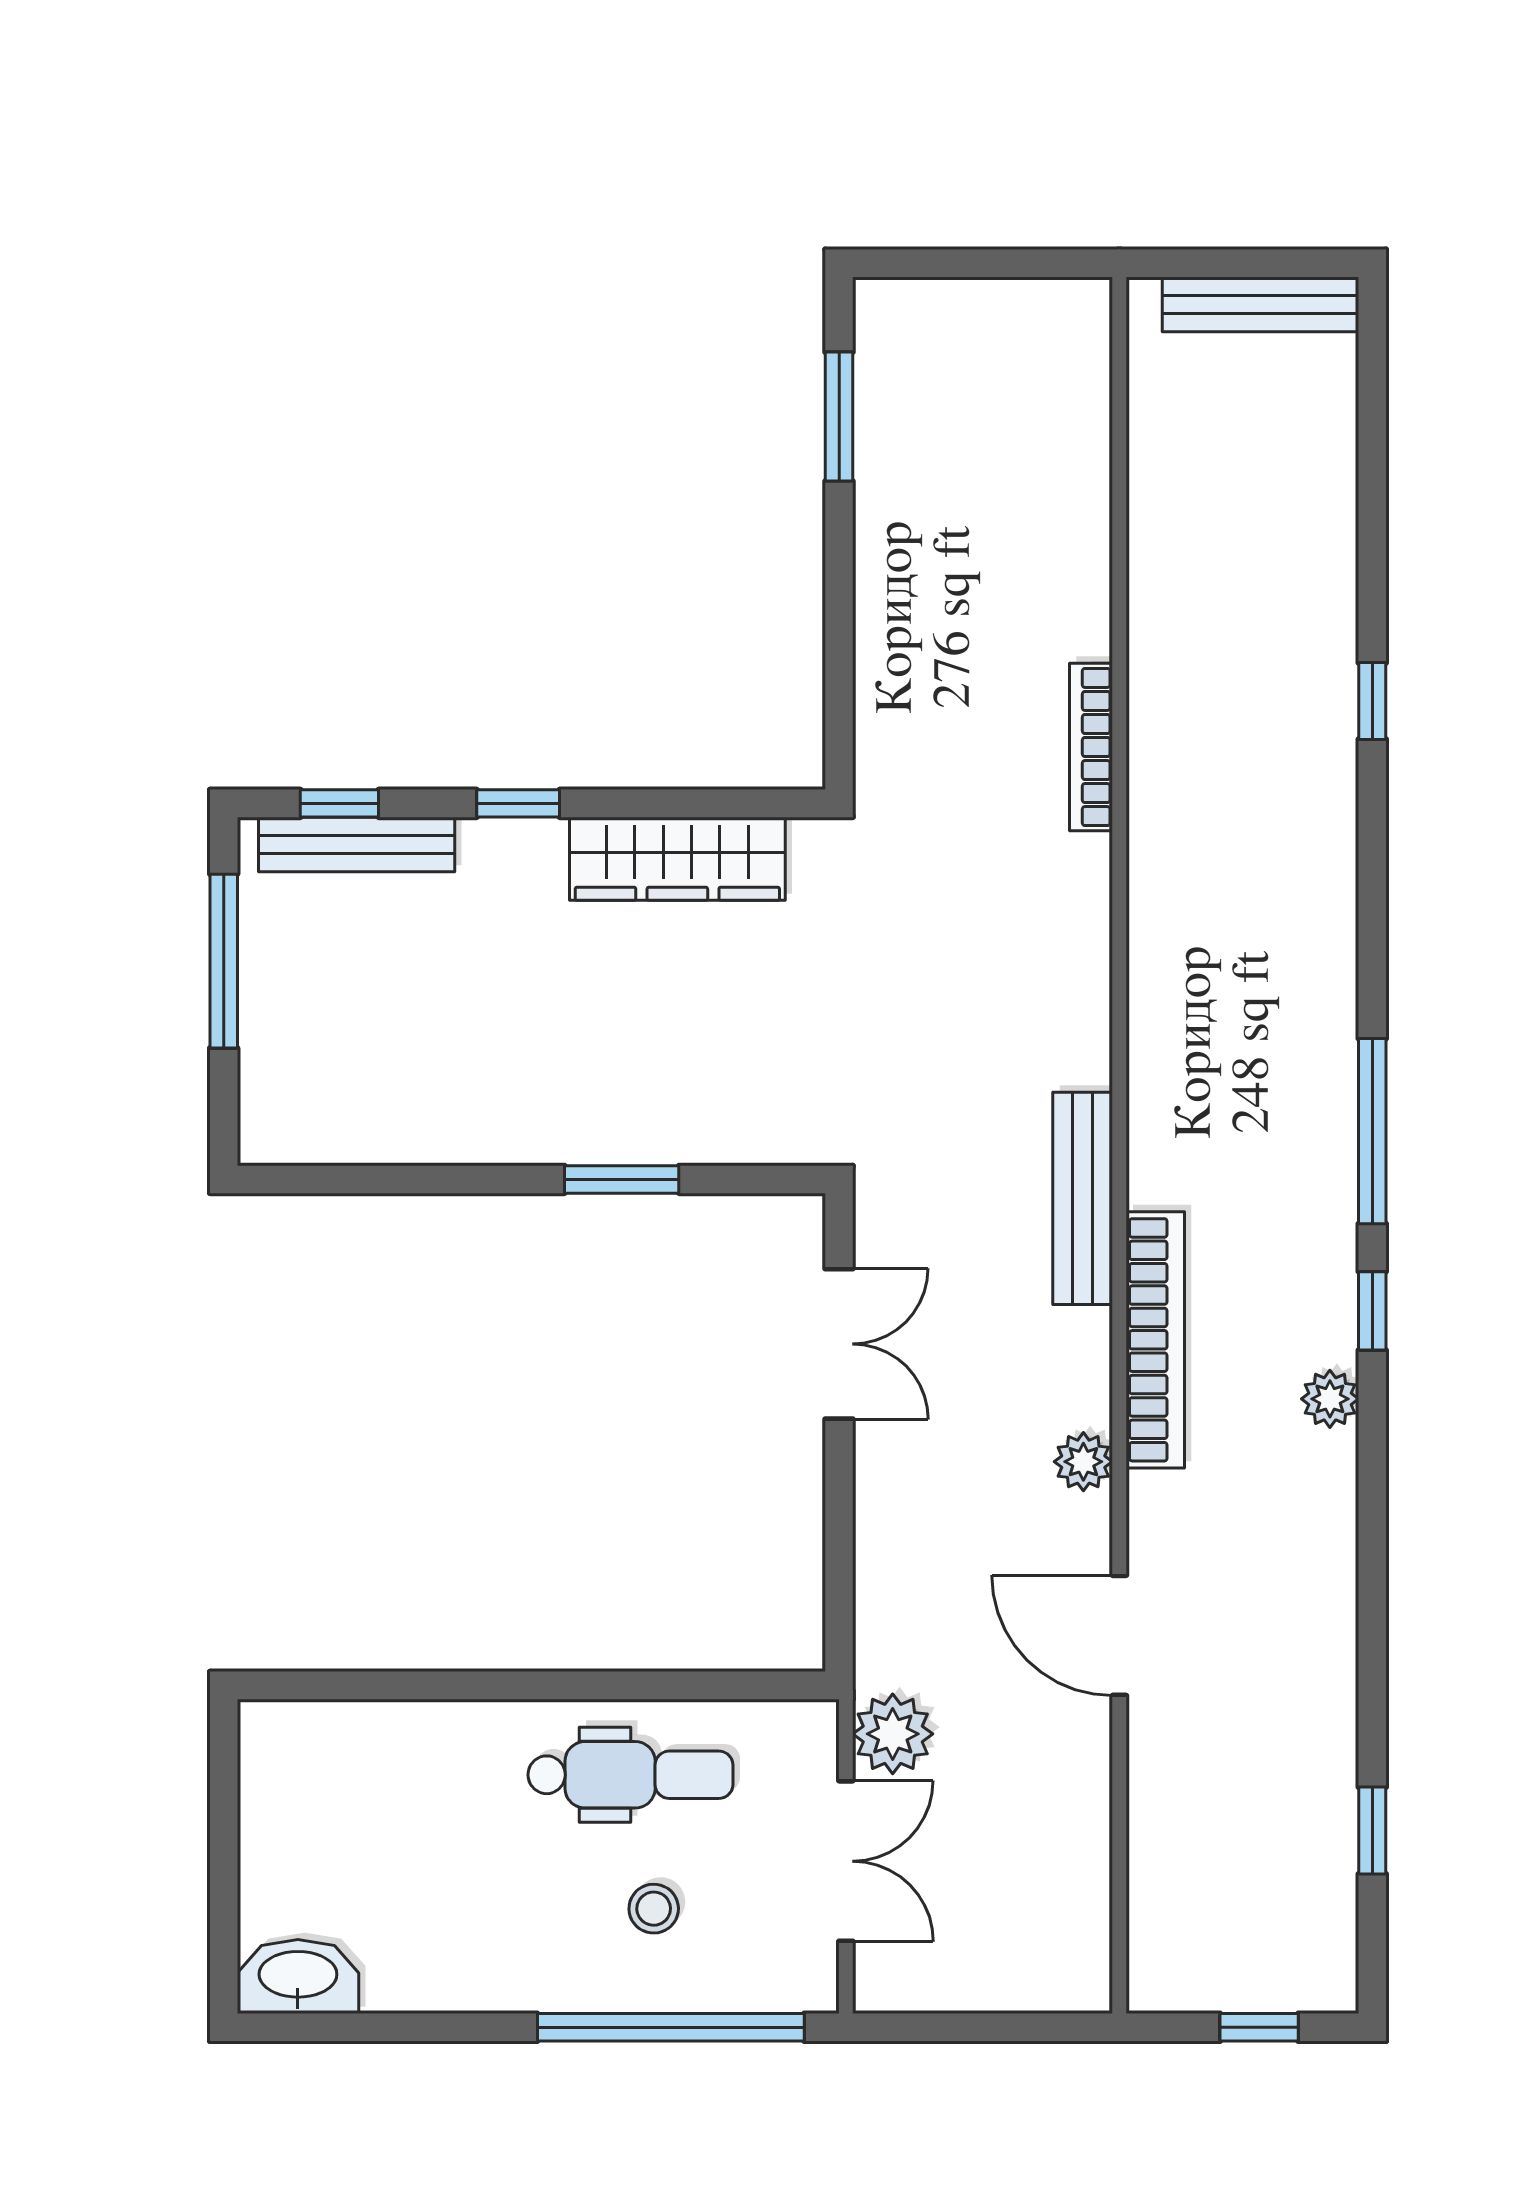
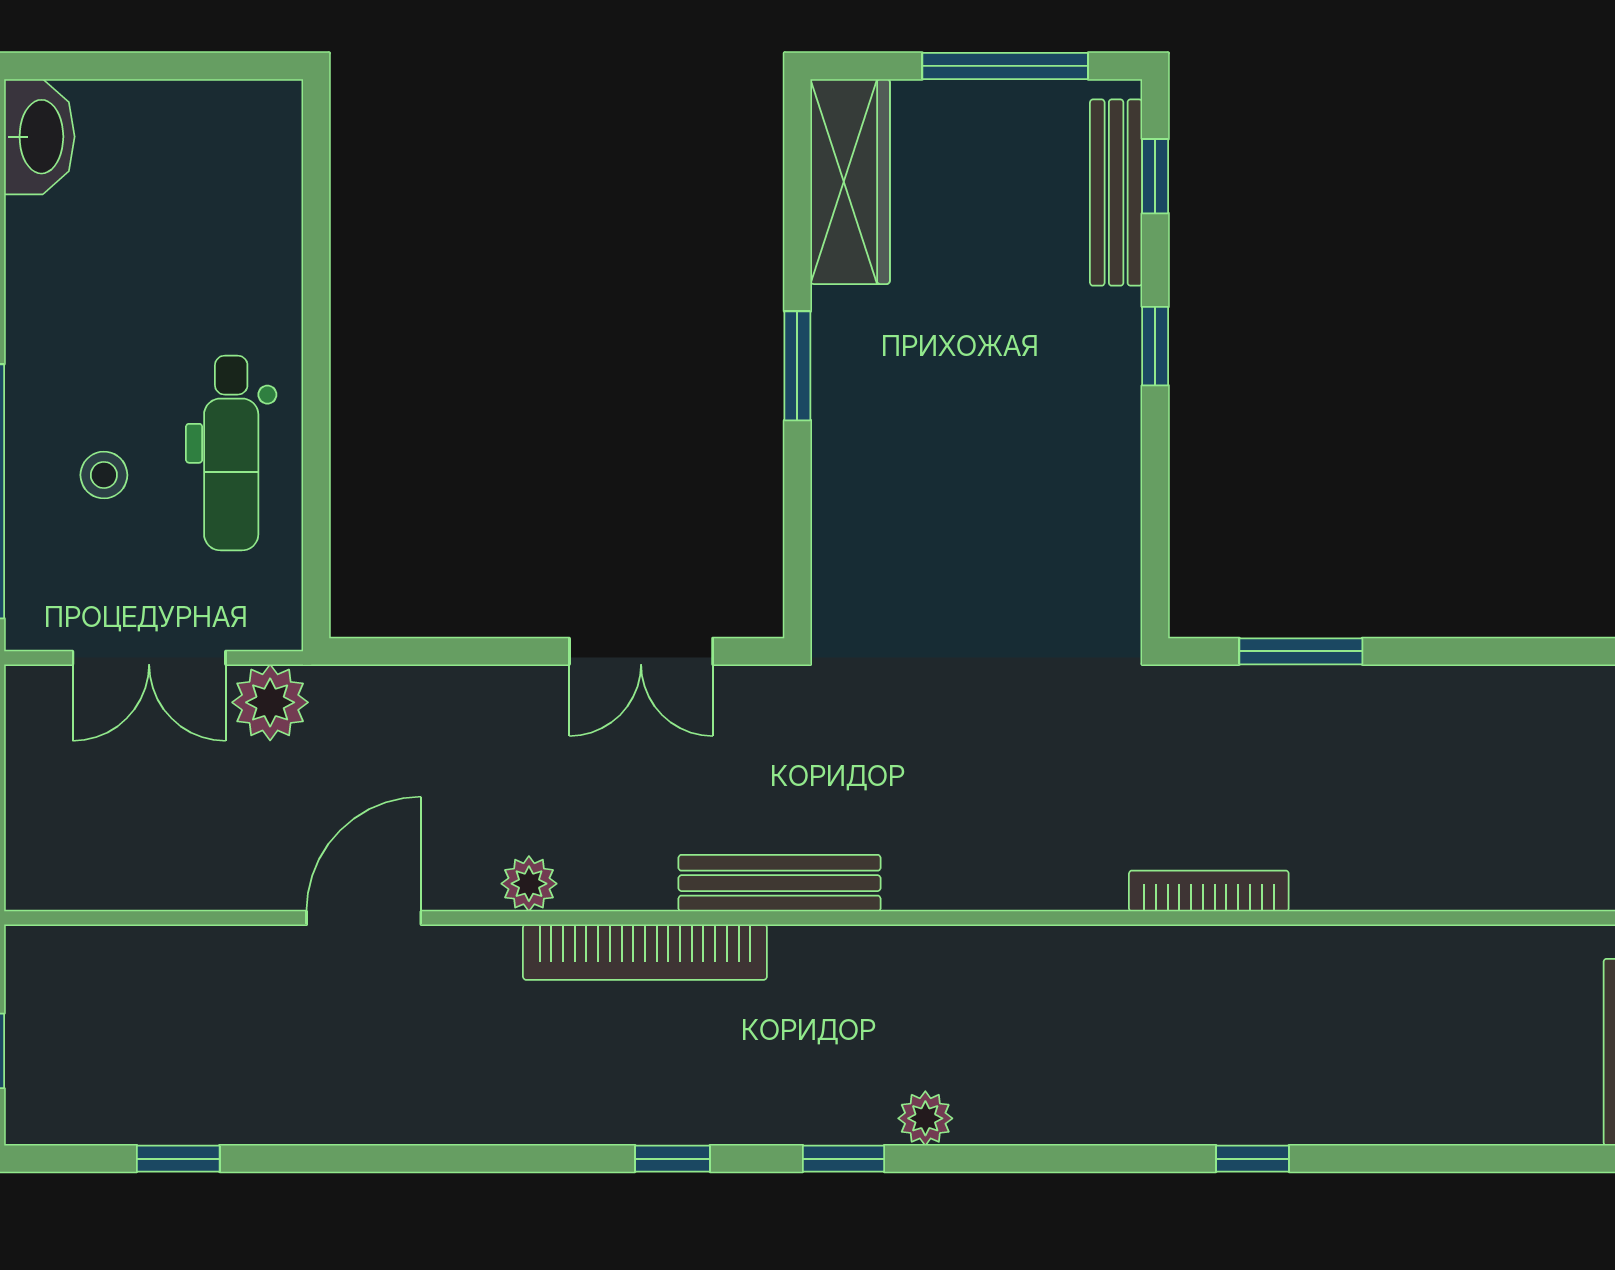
window: (839, 417) -> (1301, 651), moved
wardrobe: (677, 859) -> (850, 182), moved, turned 180
window: (1372, 1131) -> (843, 1159), width x0.46
window: (622, 1179) -> (797, 366), moved
plant: (1330, 1399) -> (925, 1118), moved

